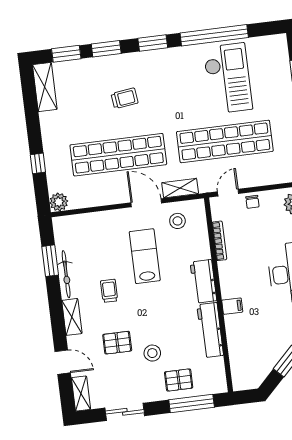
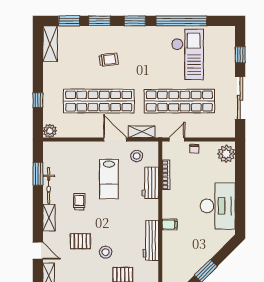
lab bench: (145, 256) -> (109, 179), turned 180
workbench: (203, 281) -> (150, 183), moved

